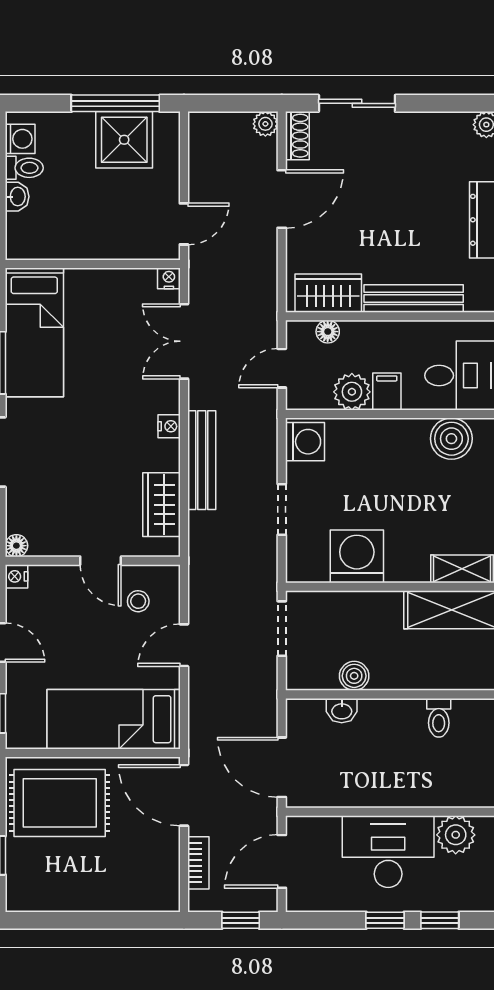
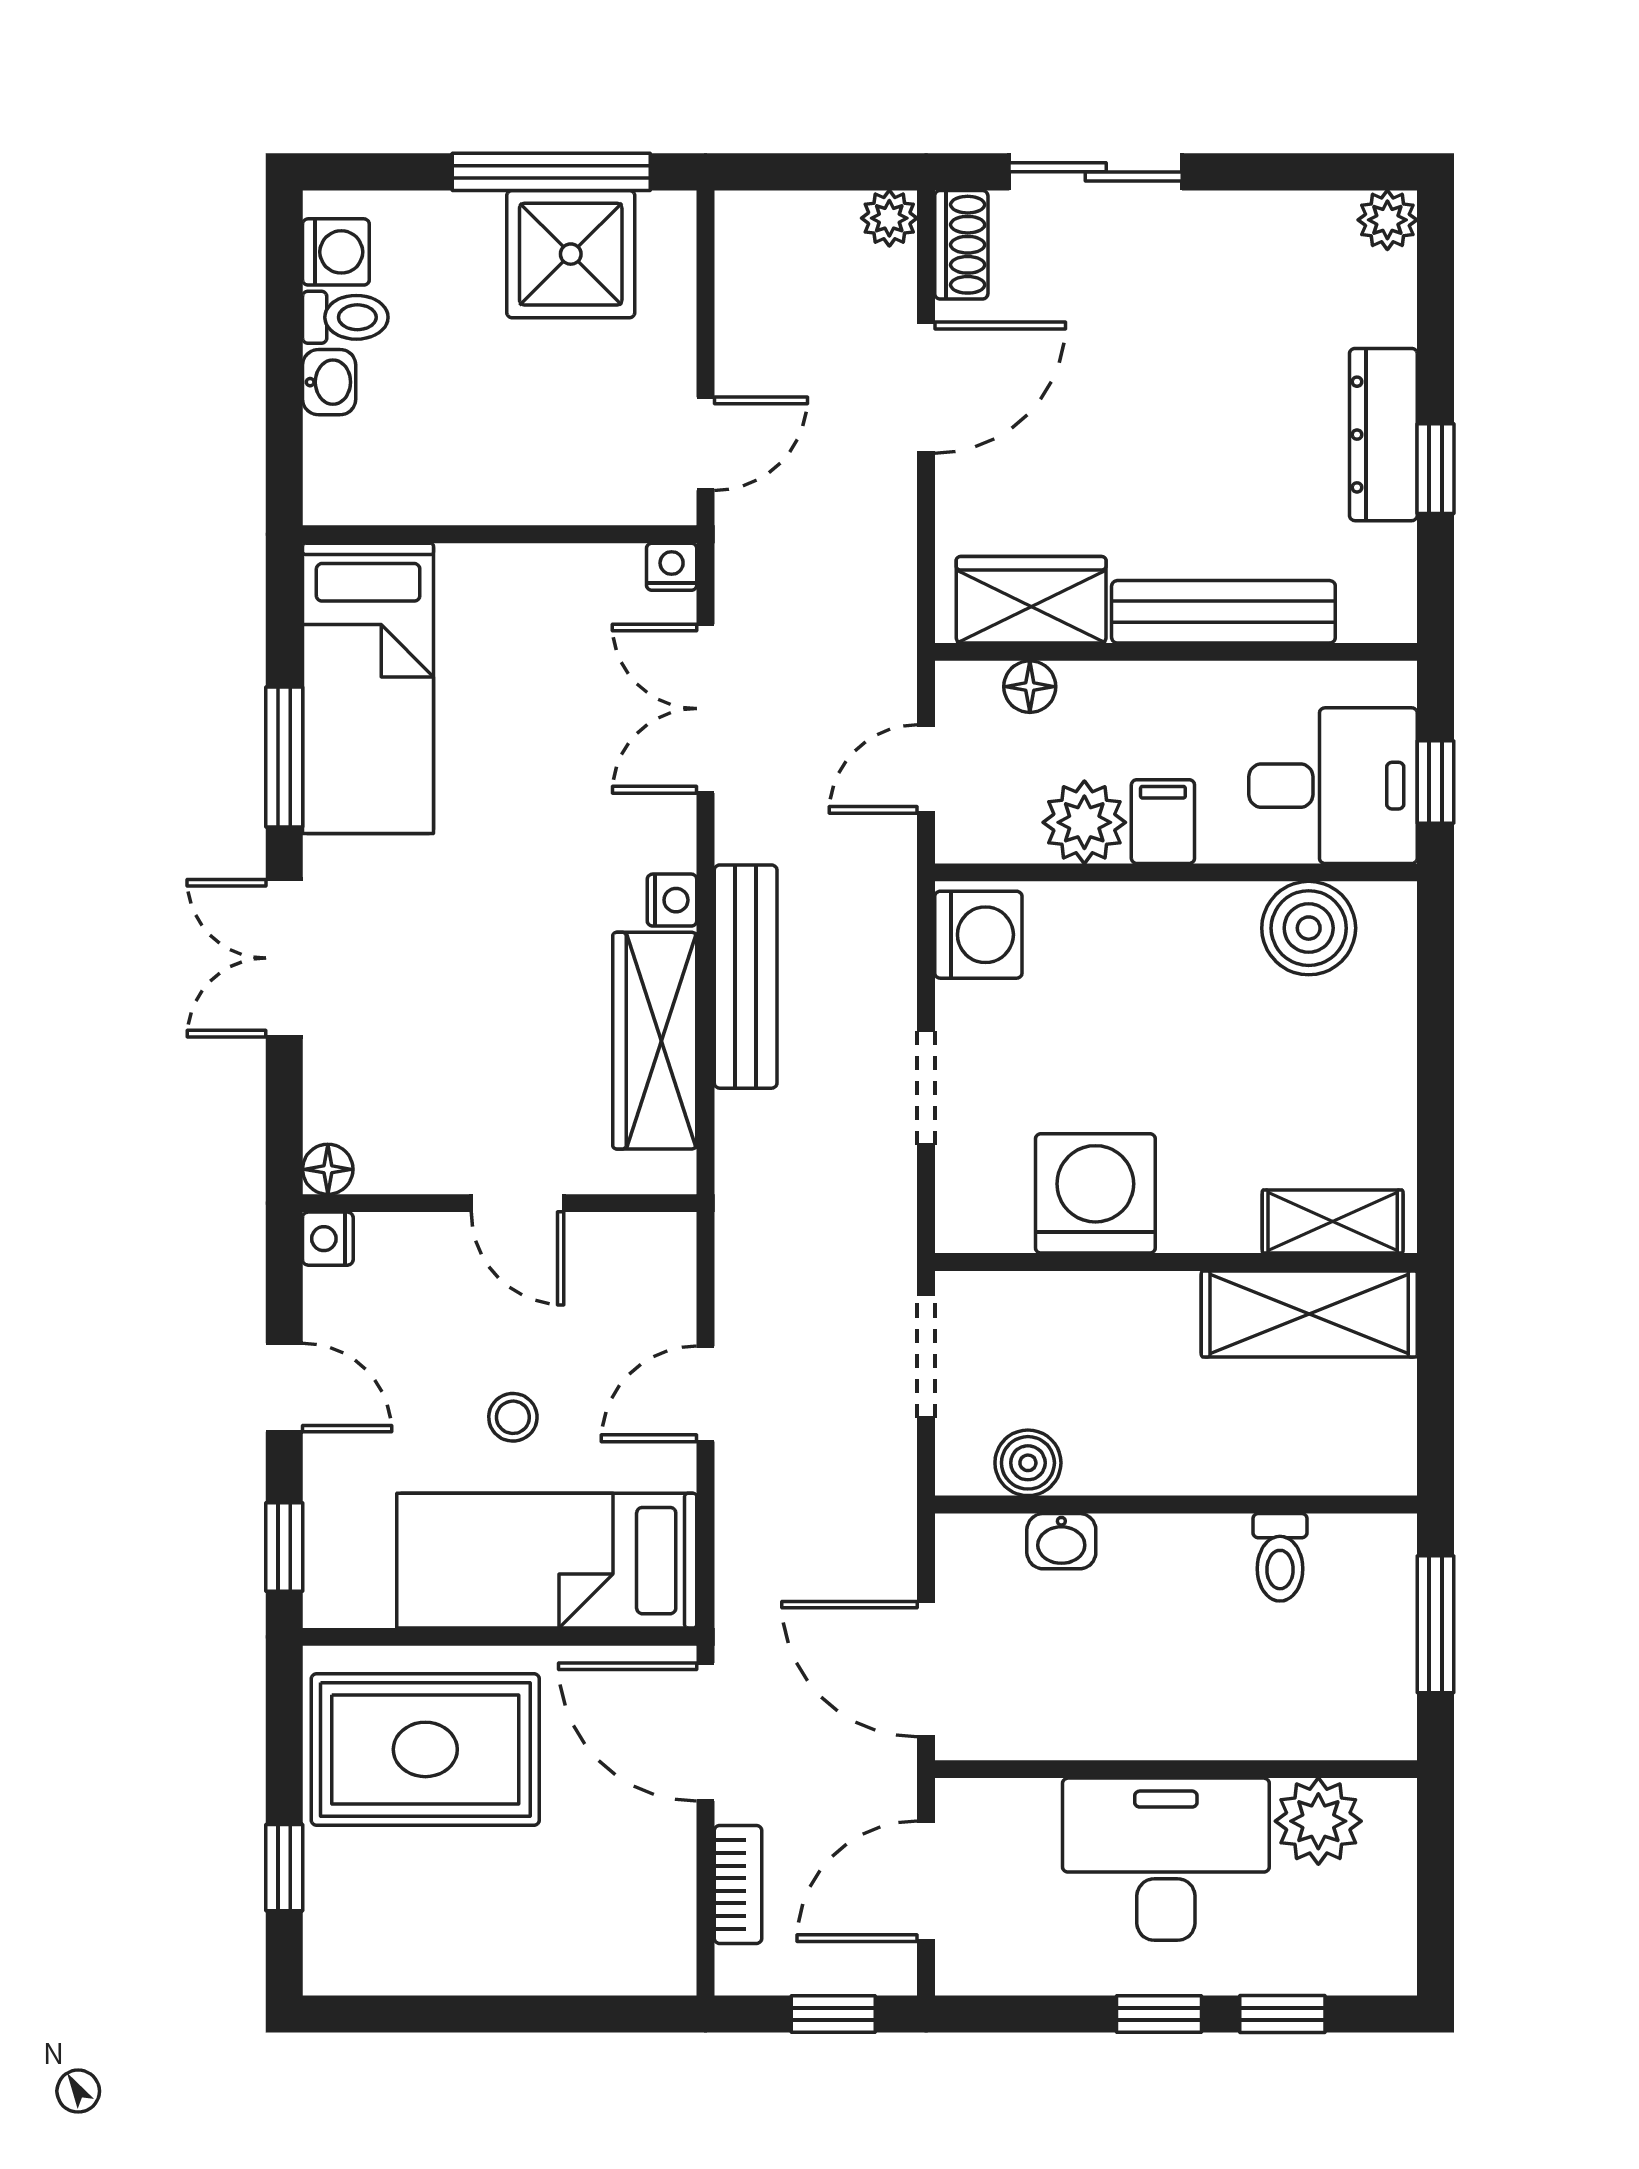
wardrobe: (161, 505) -> (655, 1041), width x1.50
stool: (138, 601) -> (513, 1417), moved
boiler: (354, 676) -> (1028, 1463), moved

